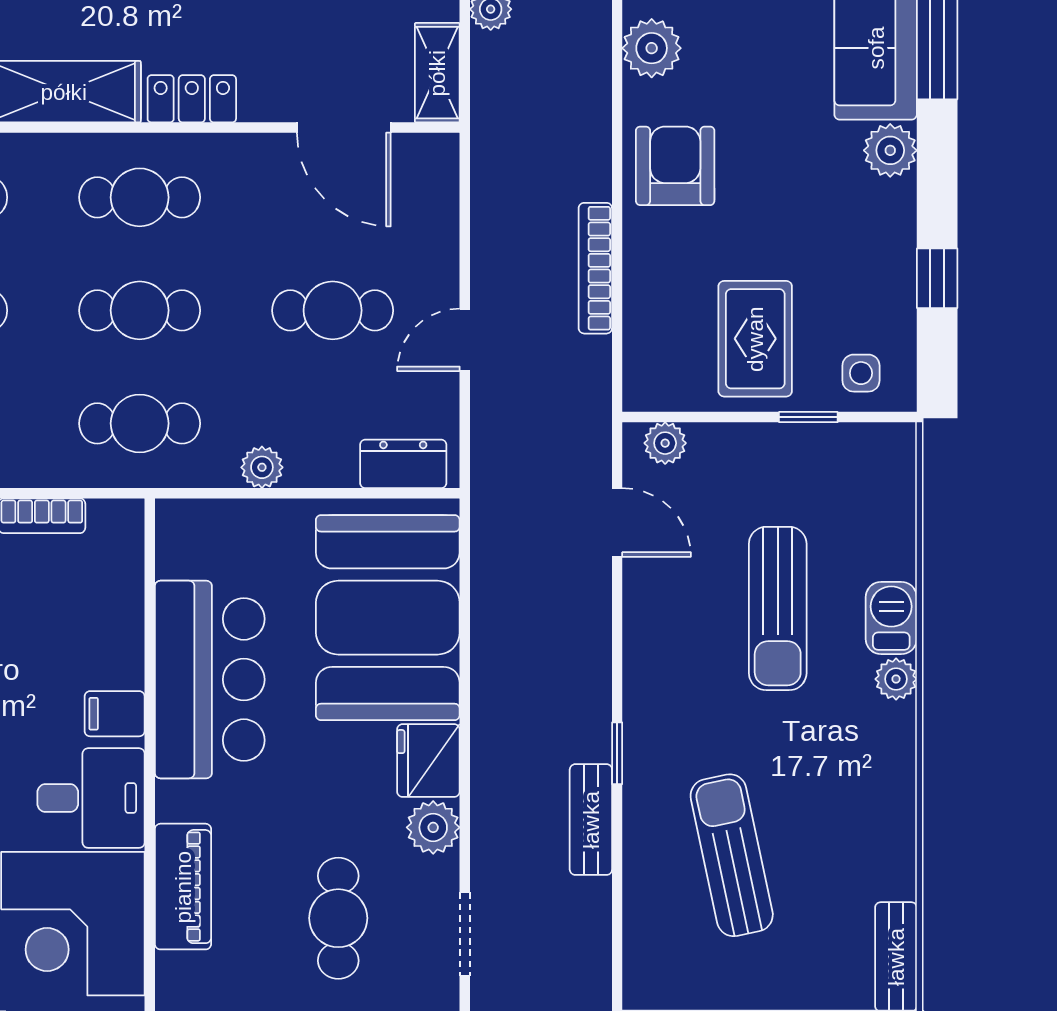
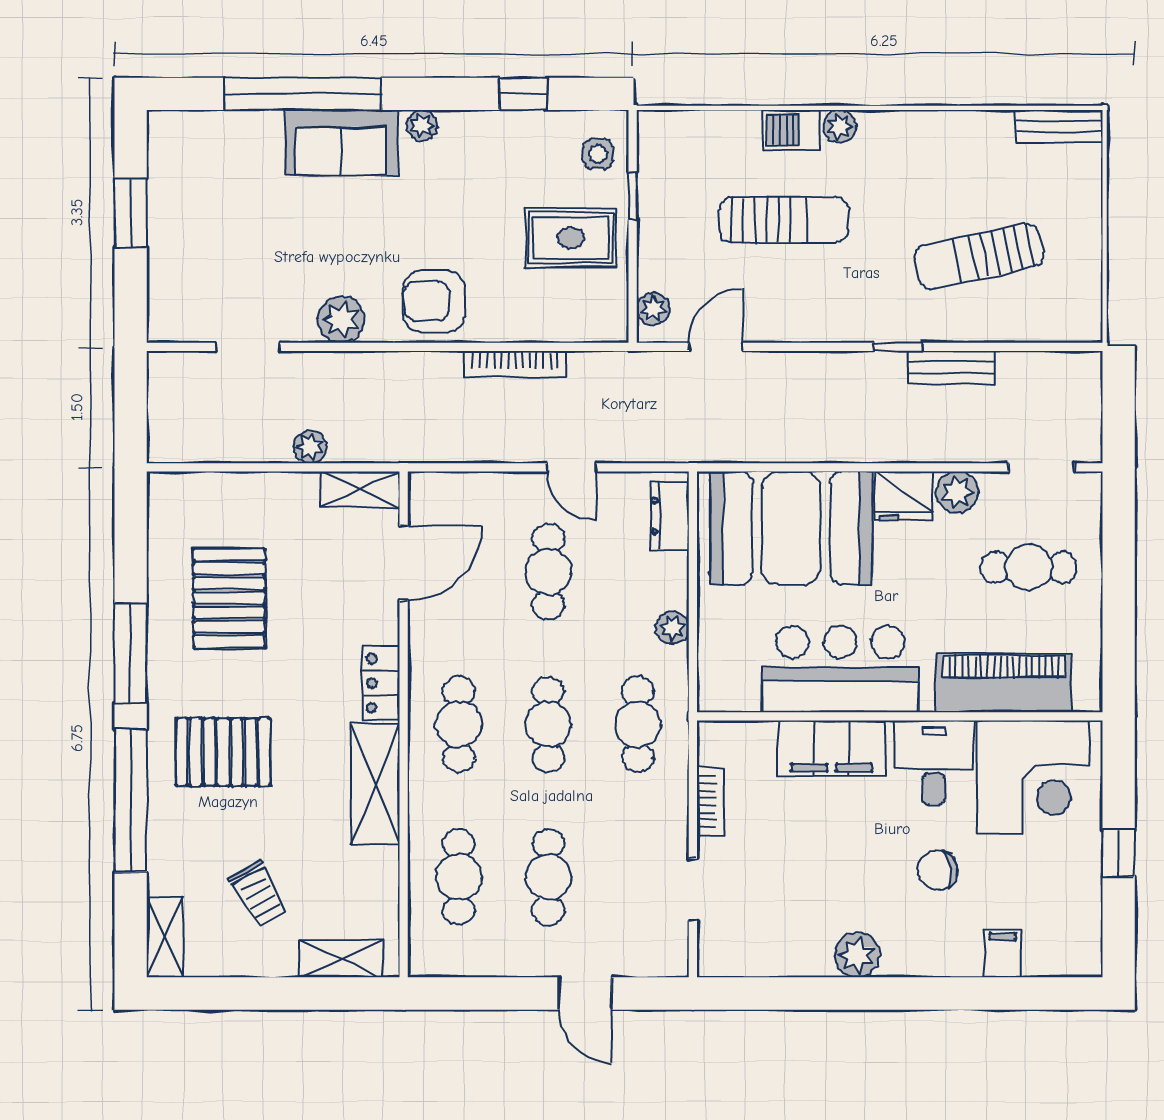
plant: (890, 150) -> (422, 125), width x0.73, depth x0.73
filing cabinet: (115, 714) -> (832, 748), width x3.00, depth x1.17
piano: (183, 887) -> (1004, 683), width x1.37, depth x1.33

